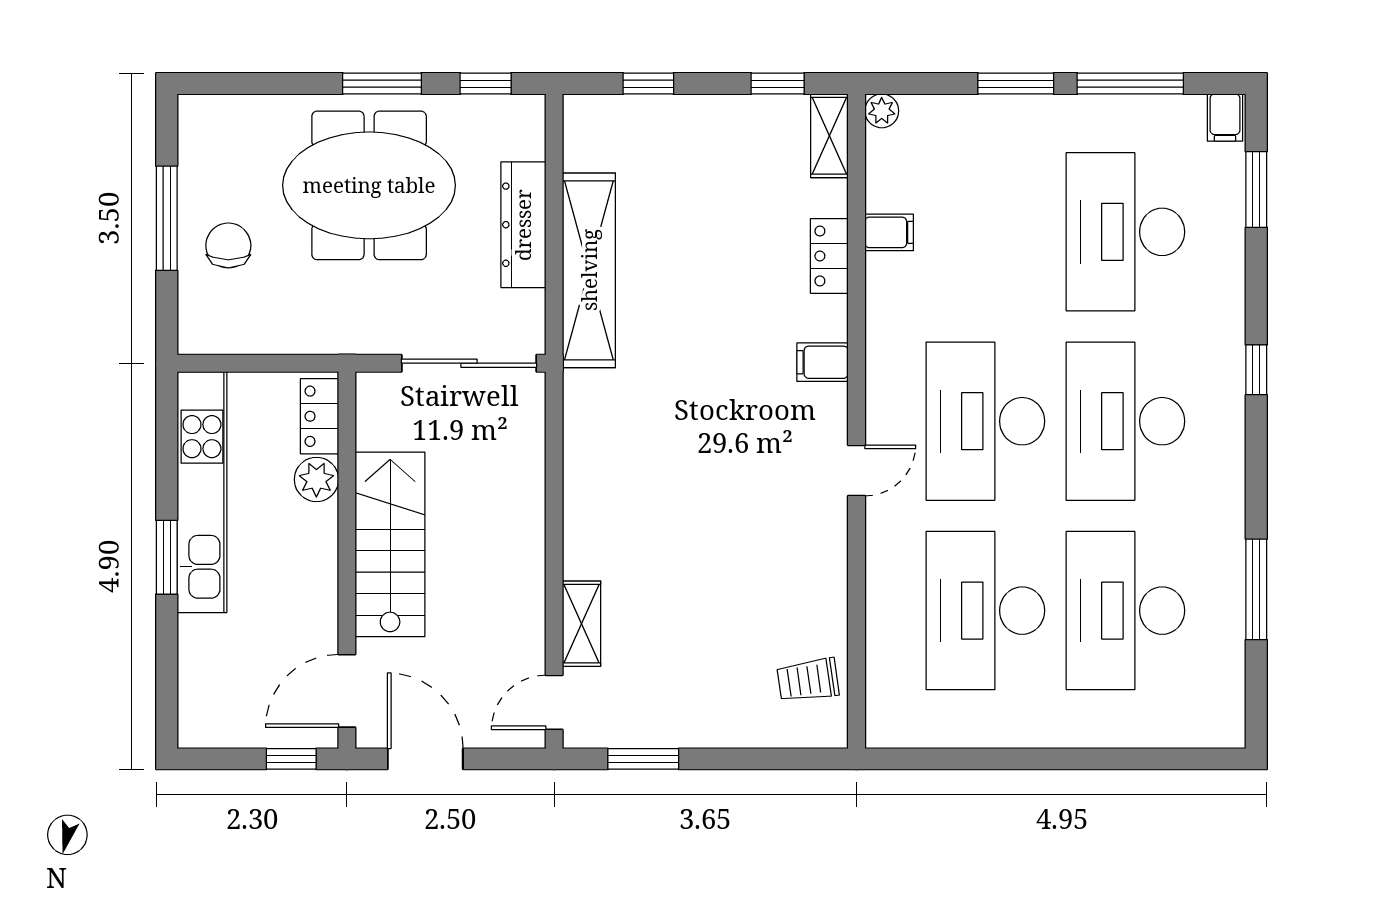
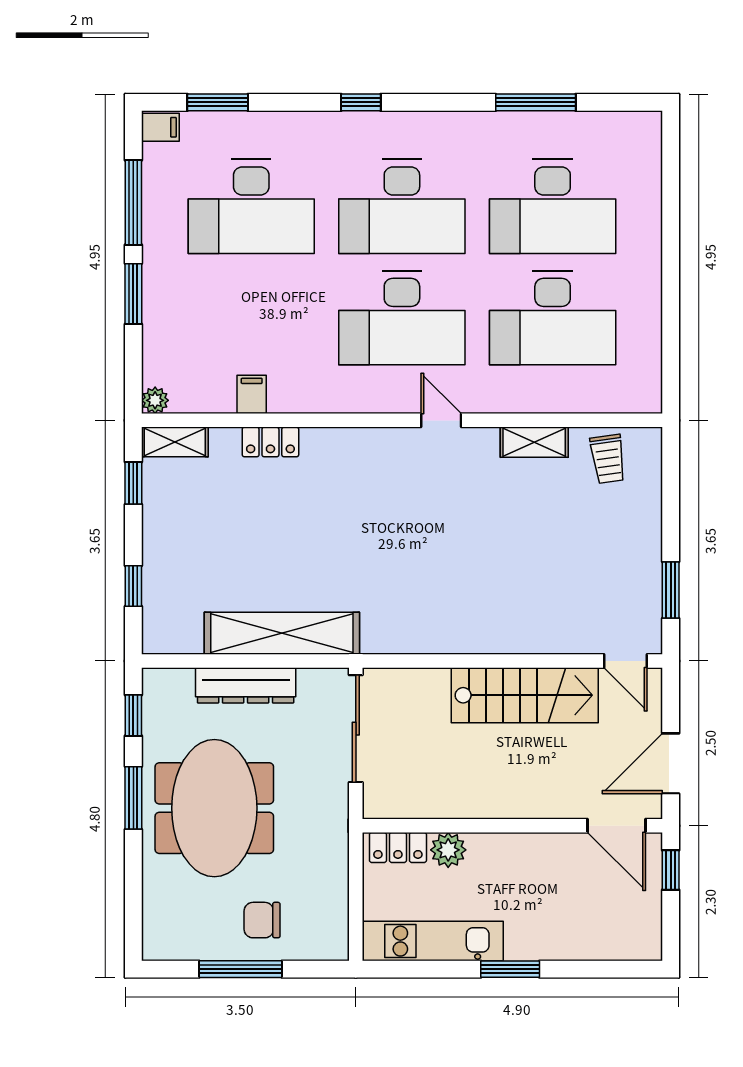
filing cabinet: (823, 362) -> (355, 447), removed
kitchen unit: (202, 492) -> (433, 941), width x0.73
stairs: (390, 544) -> (525, 695), moved, turned 180
shelving: (582, 624) -> (534, 442), moved

